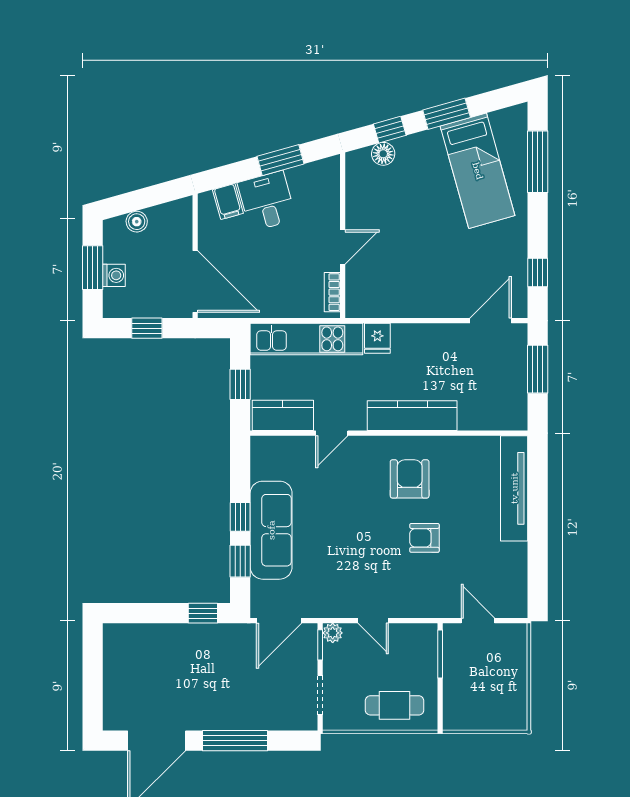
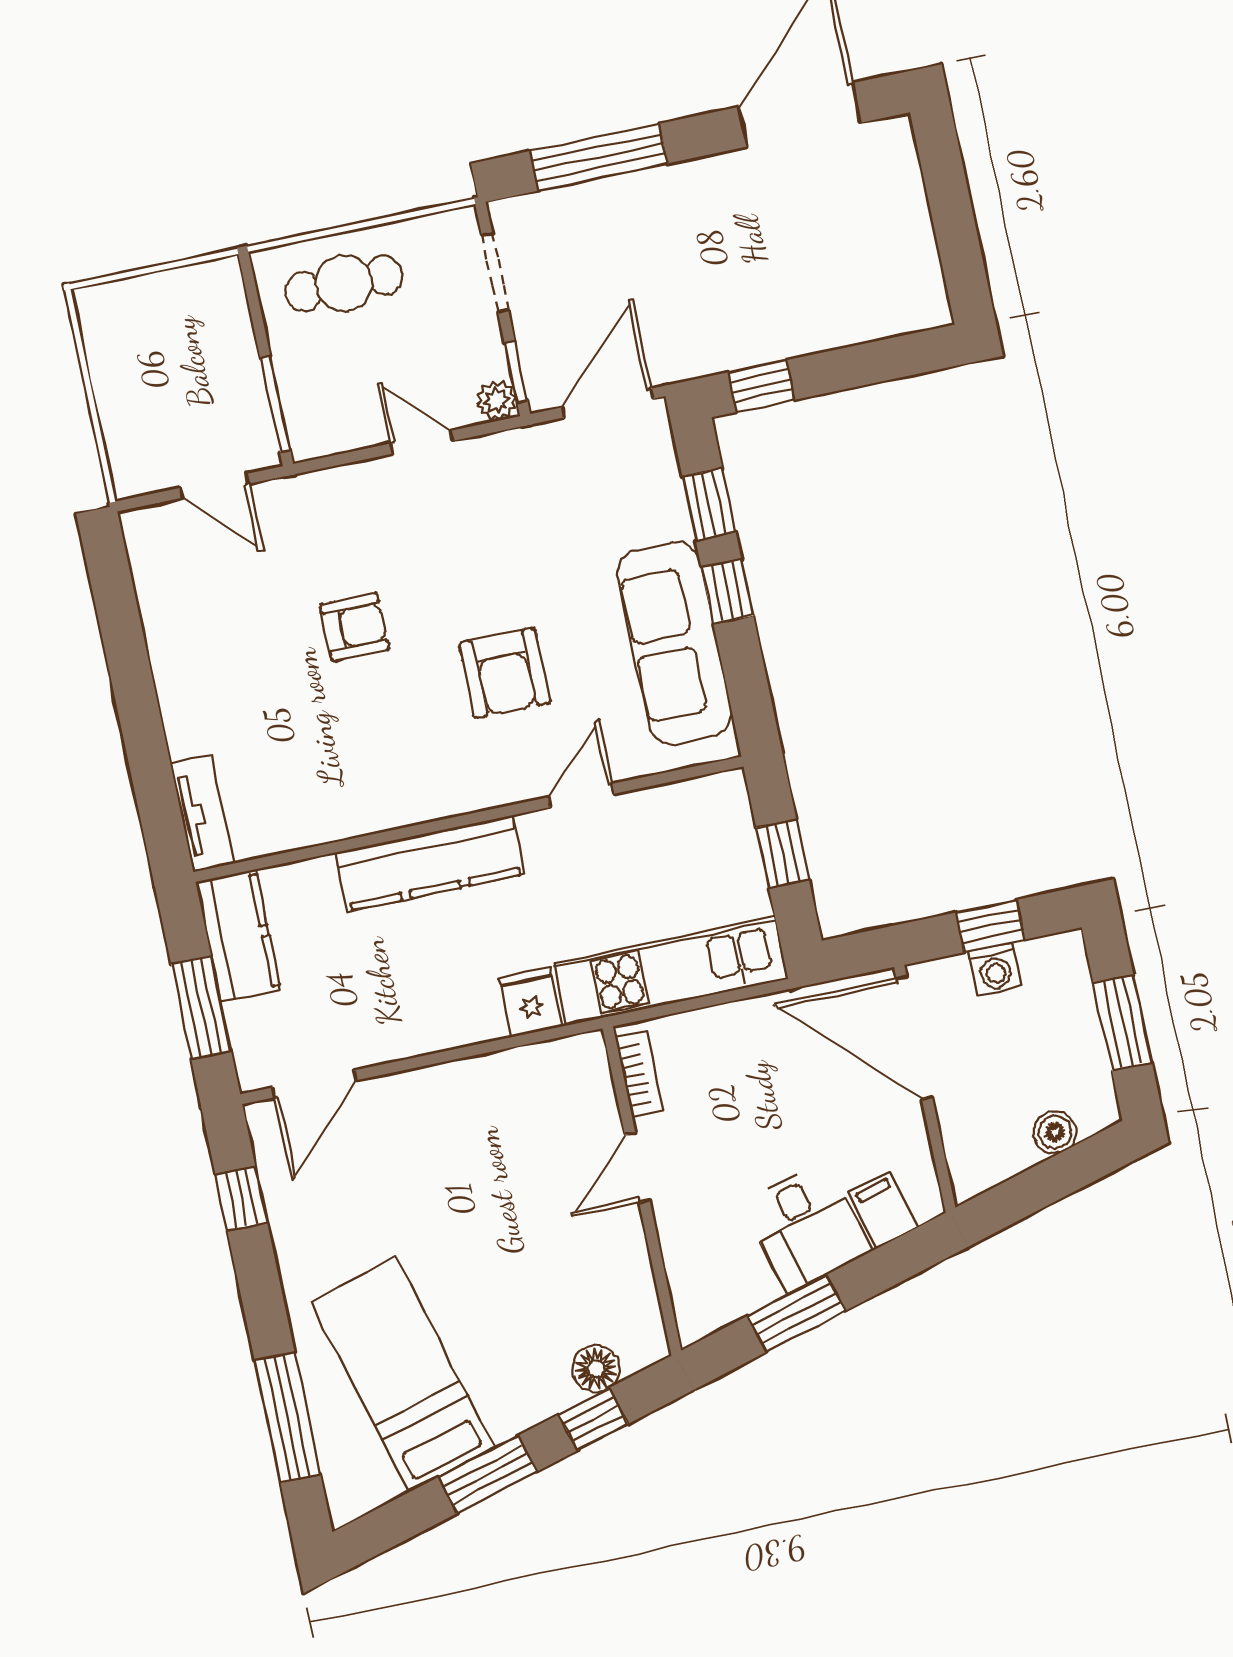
washing machine: (114, 275) -> (995, 969), moved, turned -90
kitchen counter: (283, 415) -> (238, 936), moved, turned -90
armchair: (410, 479) -> (505, 673), moved
tv unit: (514, 488) -> (203, 813), width x0.52, depth x0.78
sofa: (271, 530) -> (675, 643), moved
window: (235, 741) -> (598, 157), moved

